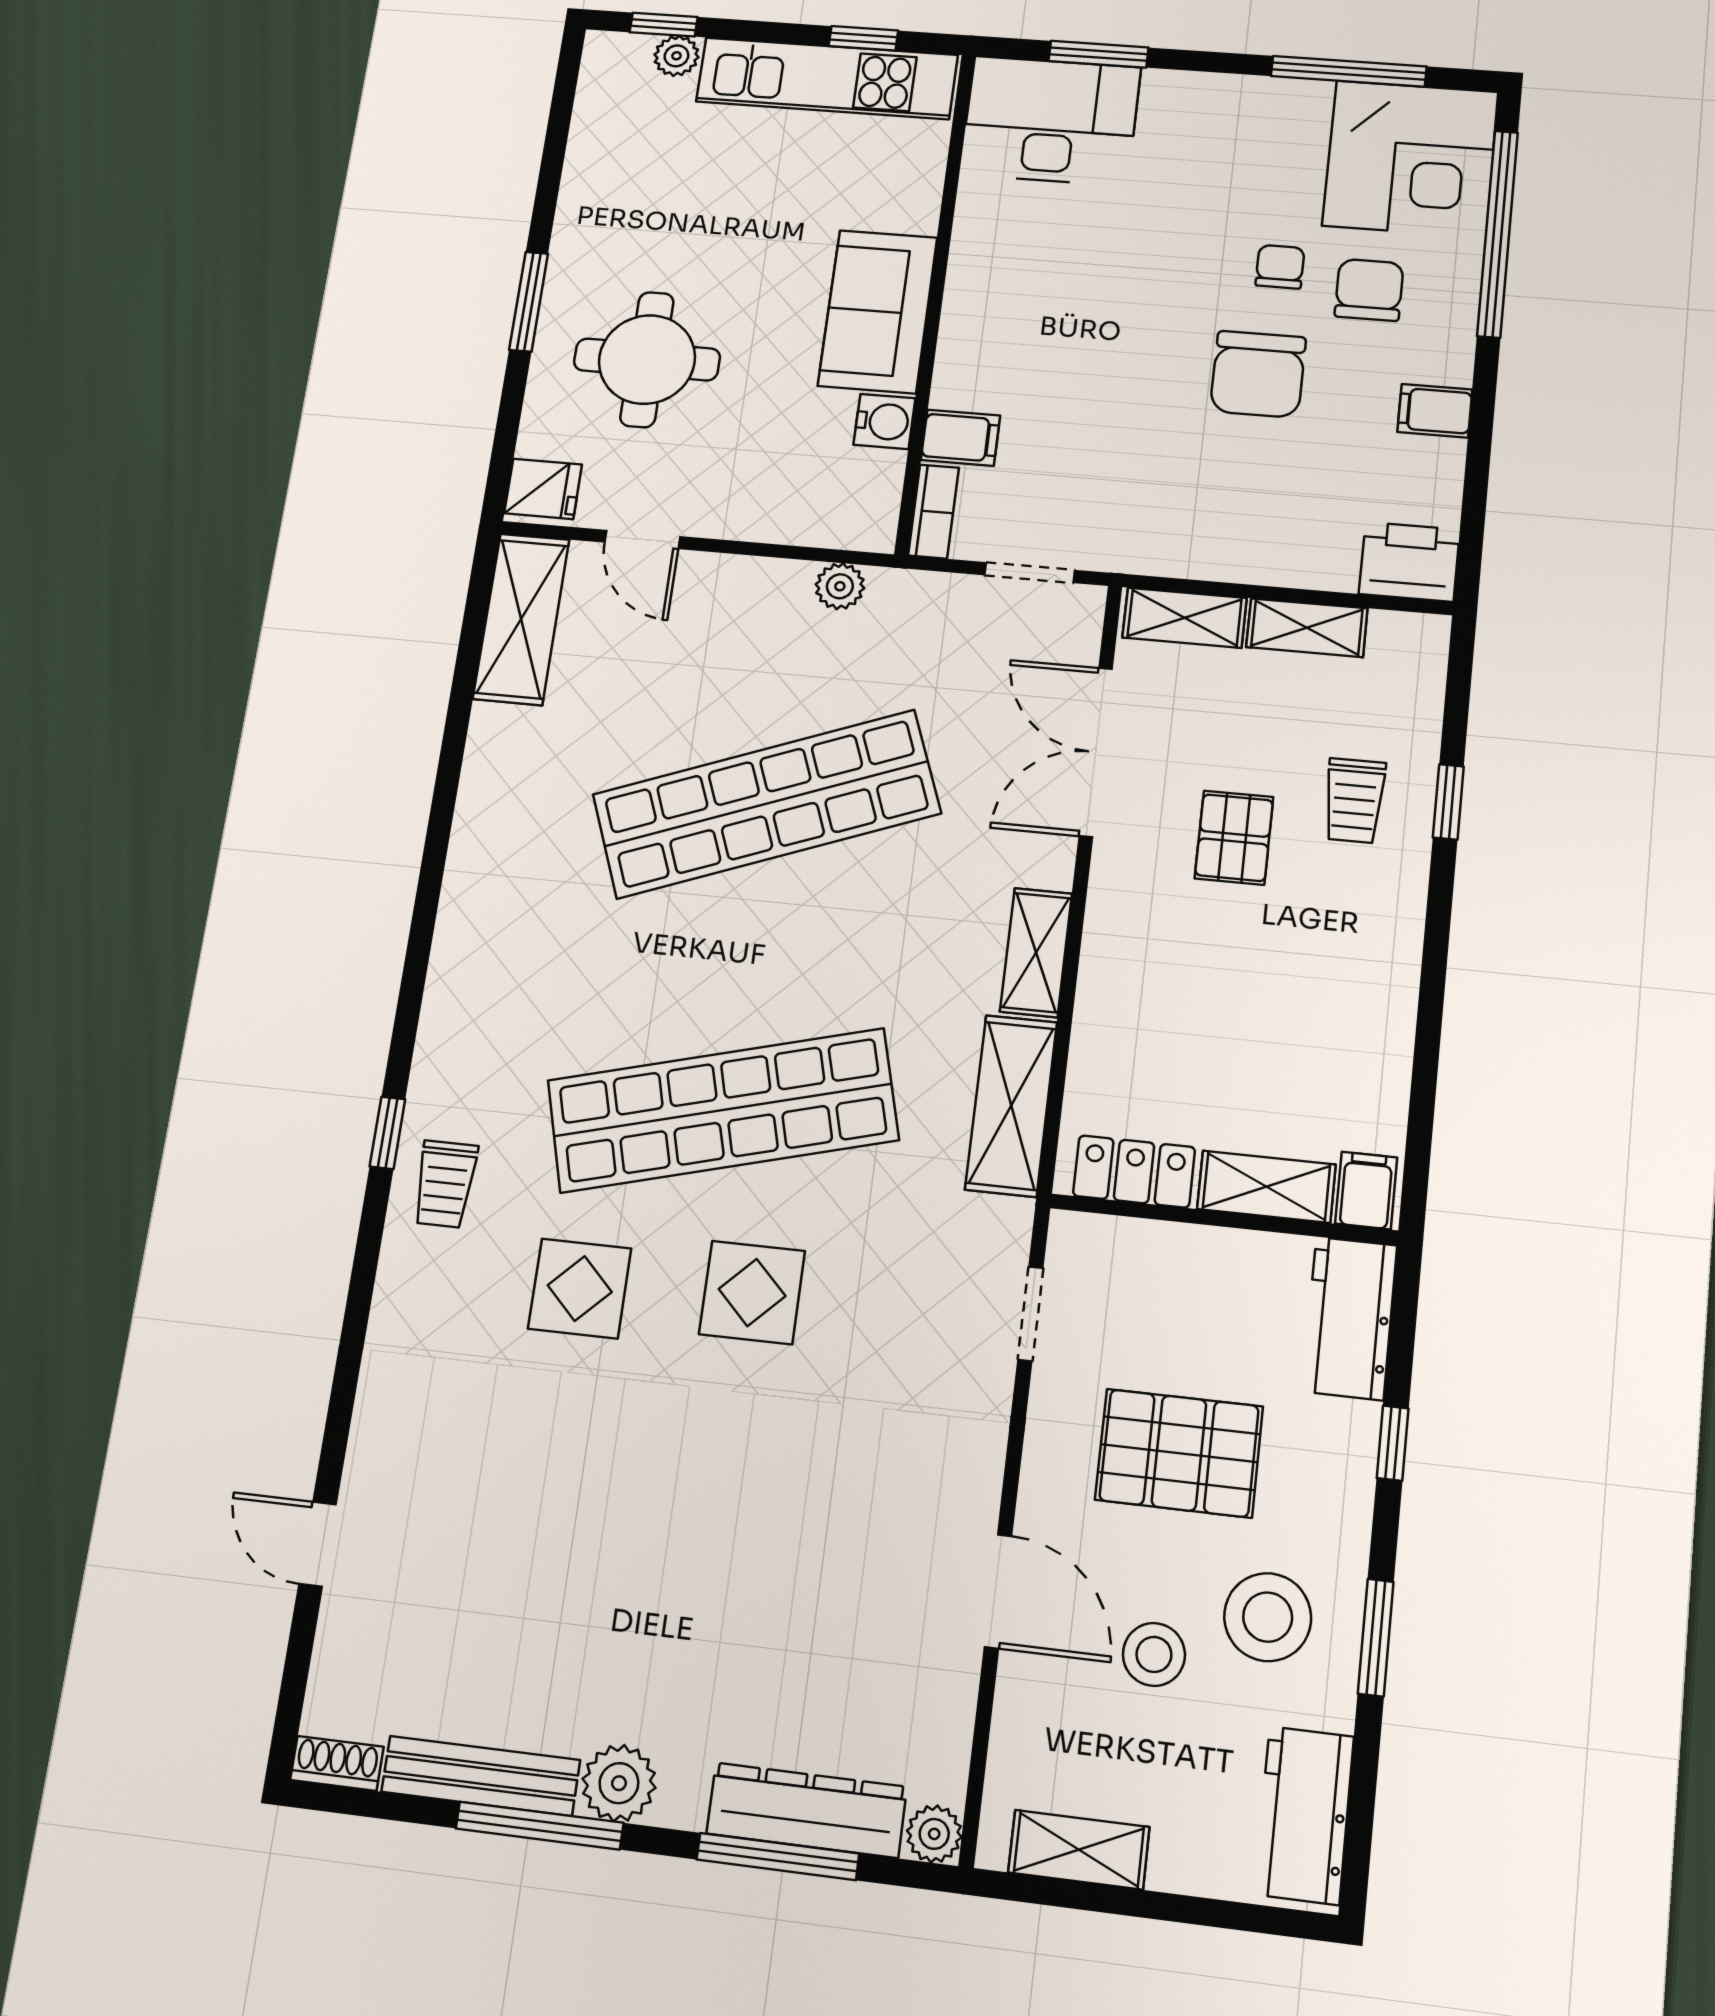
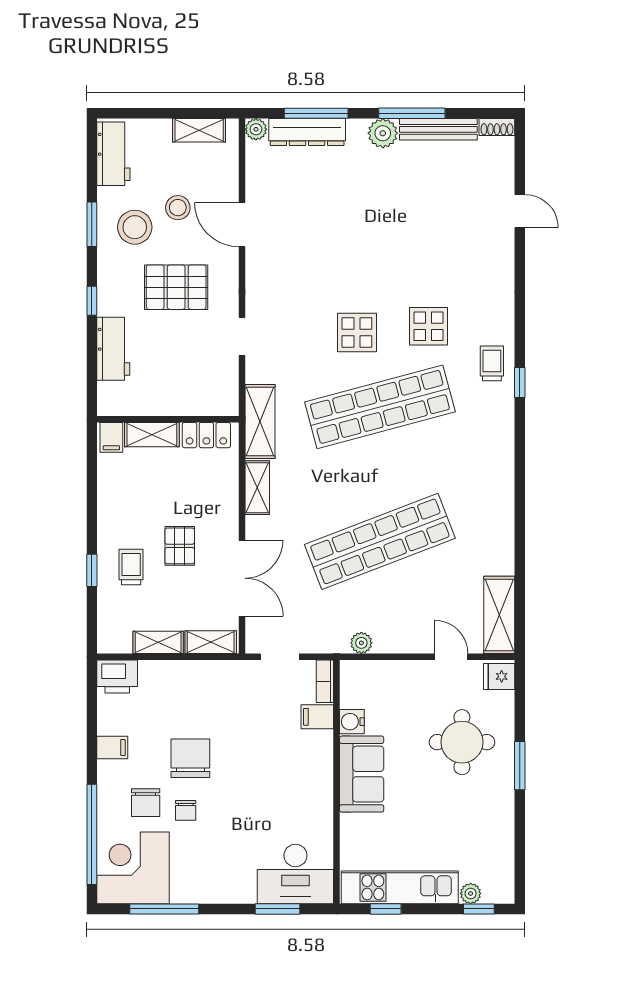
locker: (1134, 1172) -> (206, 435), moved
shelving: (1266, 1187) -> (152, 435), moved
filing cabinet: (1366, 1190) -> (111, 437), moved
wall: (1223, 1219) -> (168, 419), moved

